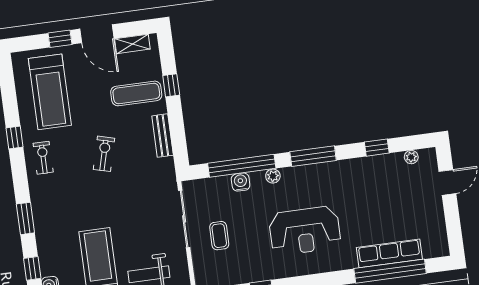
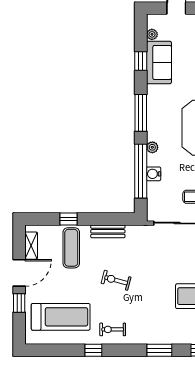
sofa: (378, 170) -> (159, 62), added

